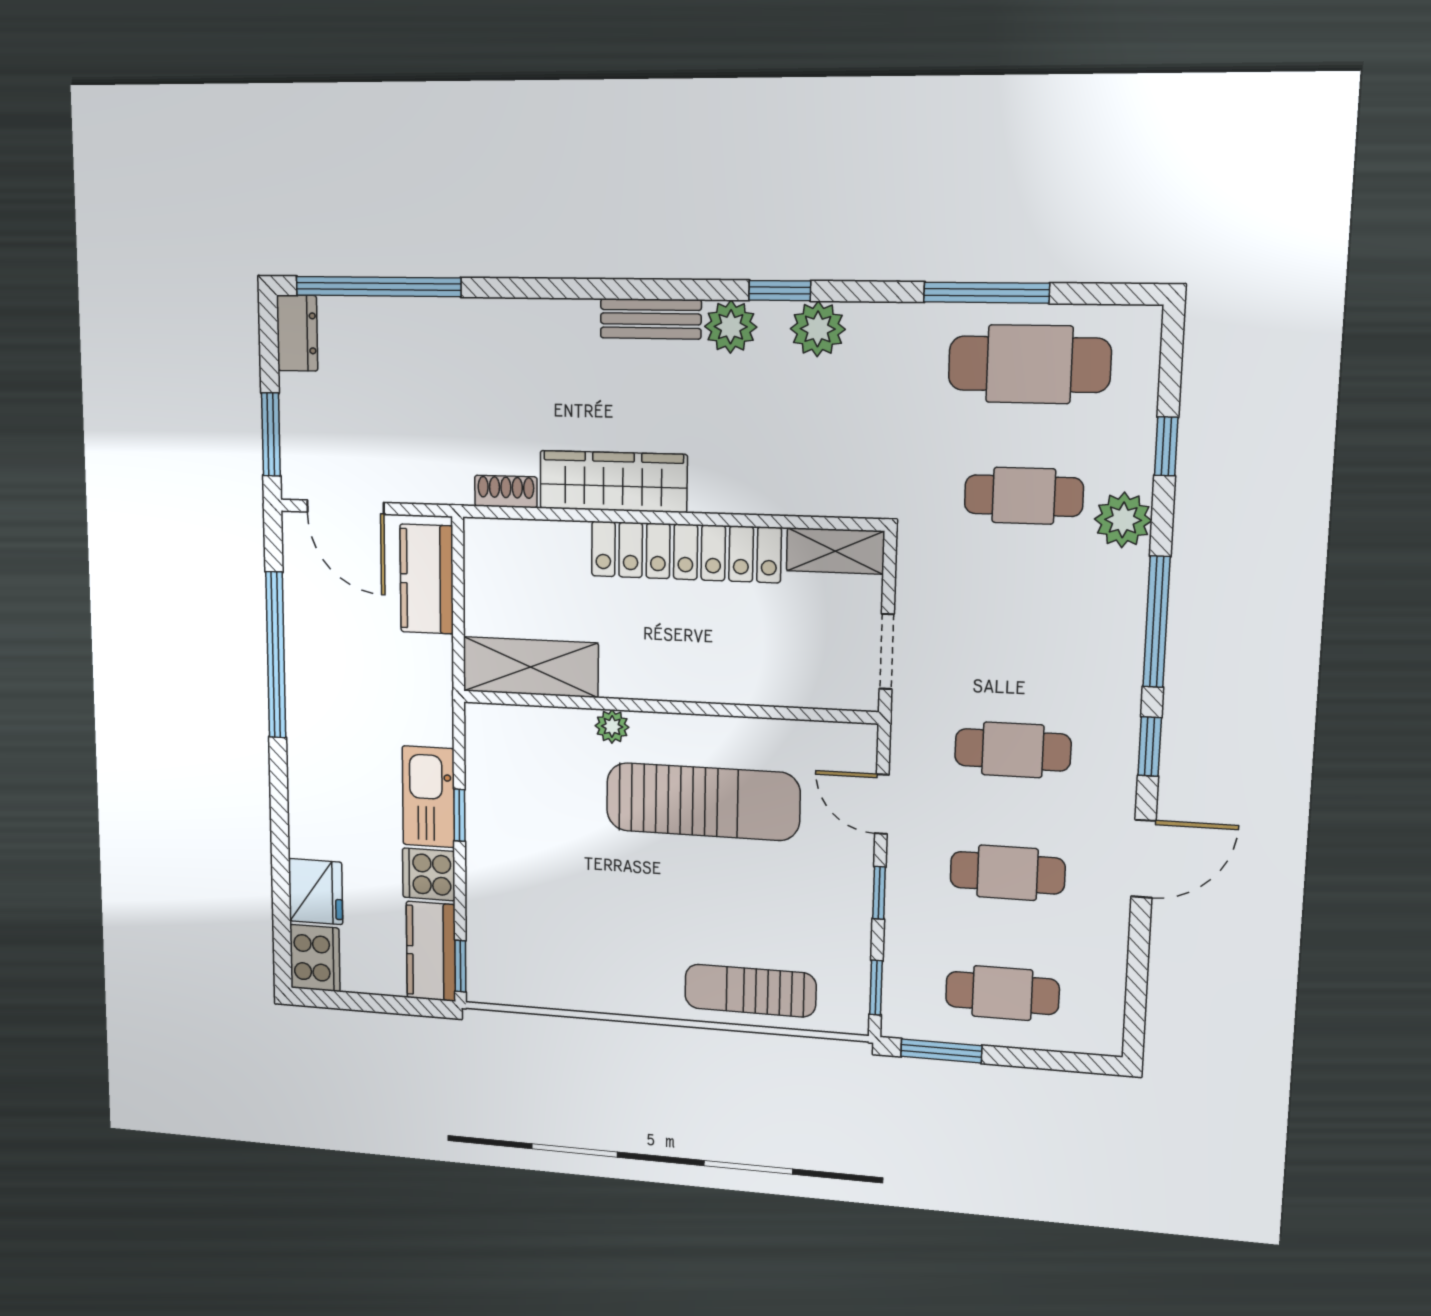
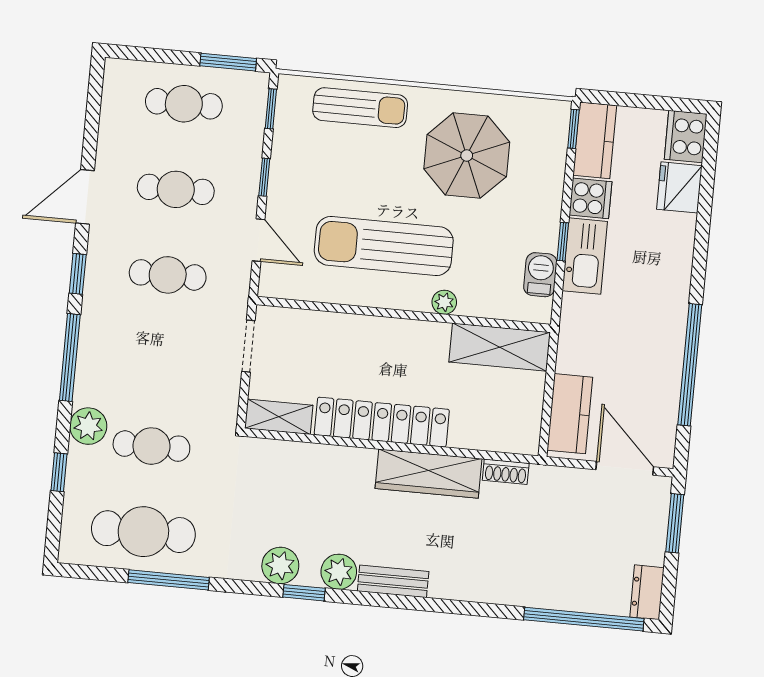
barbecue: (485, 769) -> (540, 275), added
parasol: (599, 928) -> (467, 156), added

